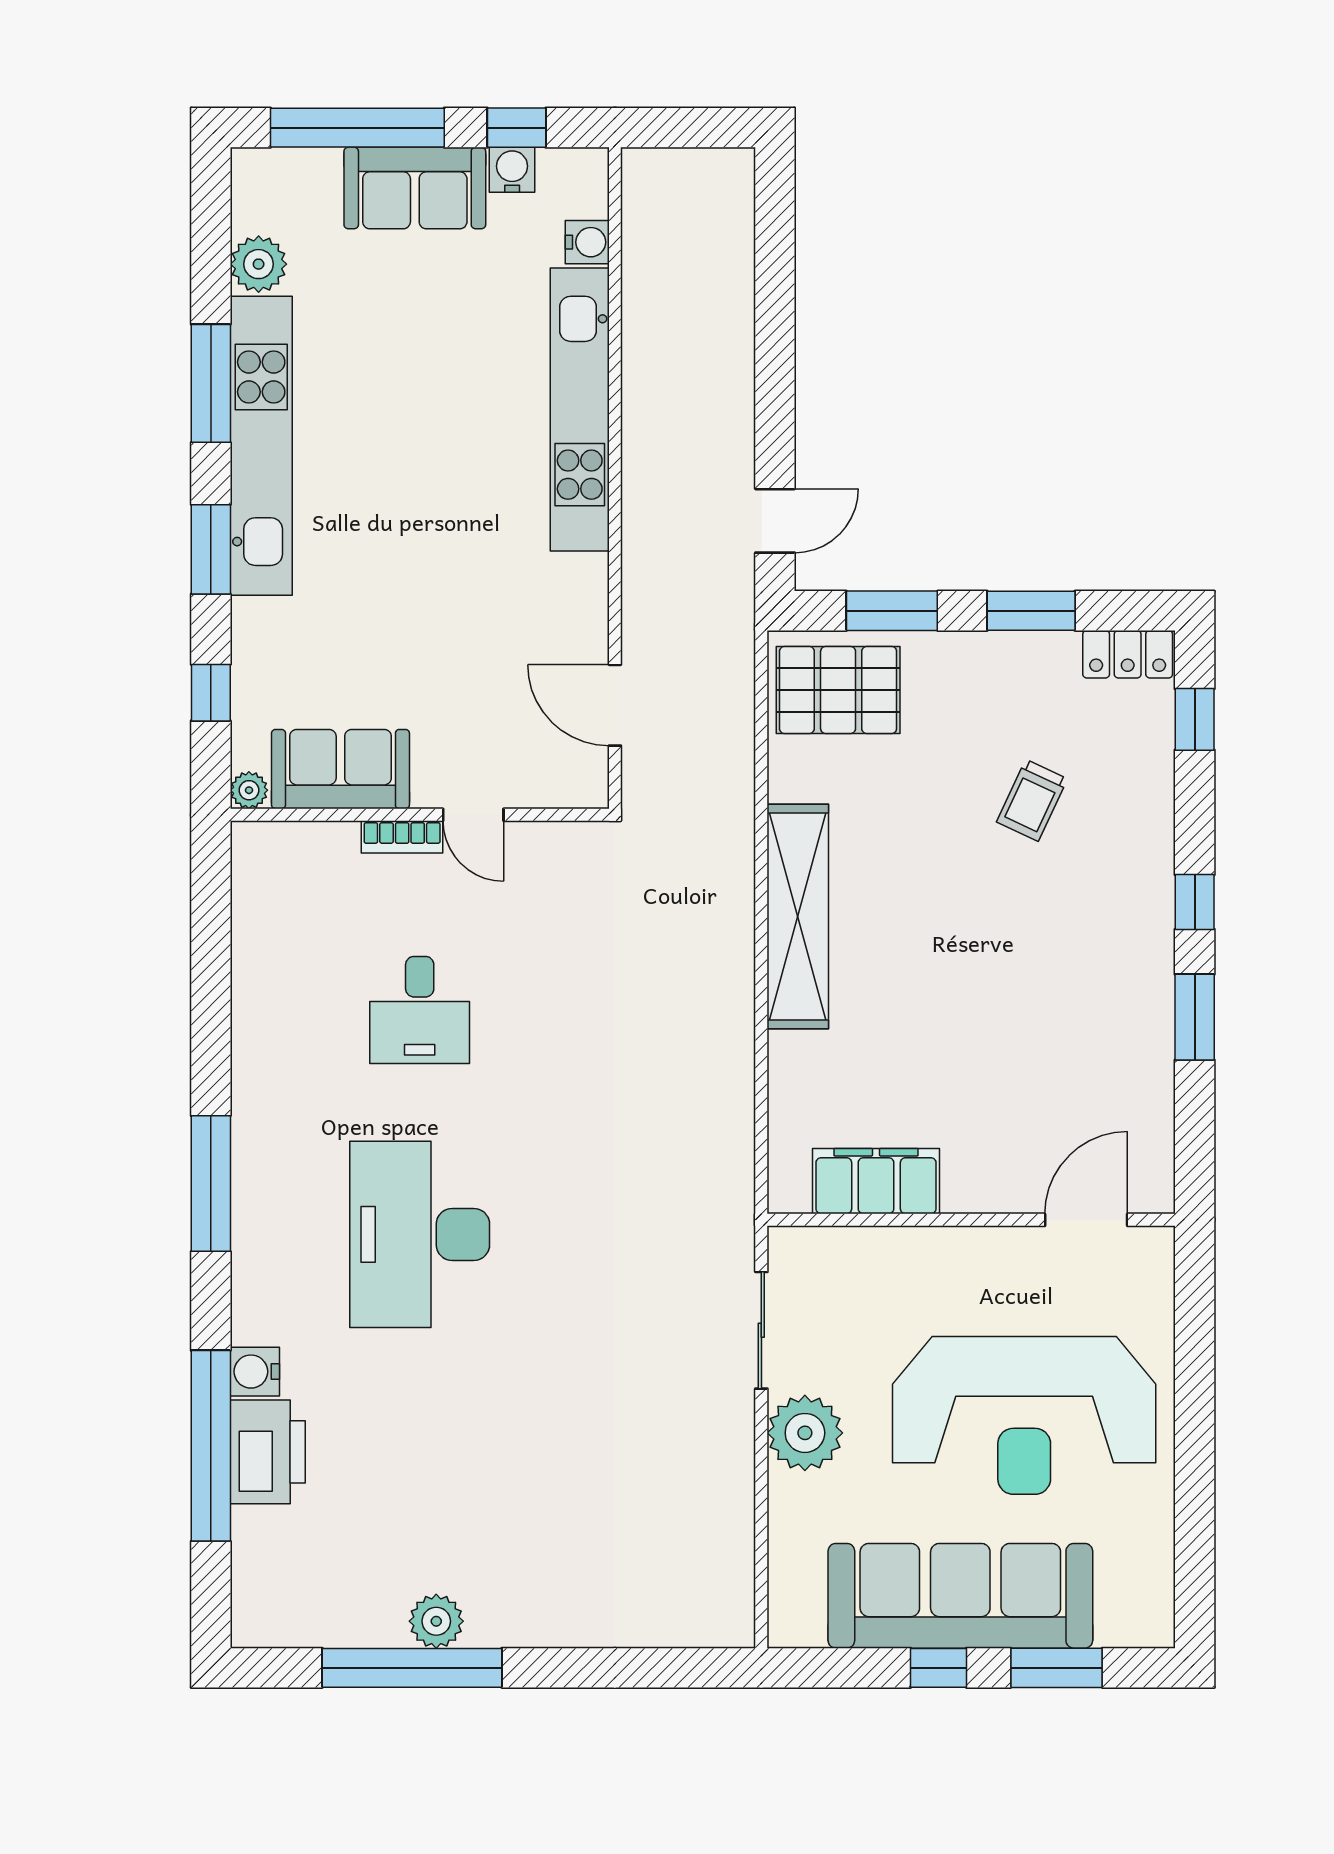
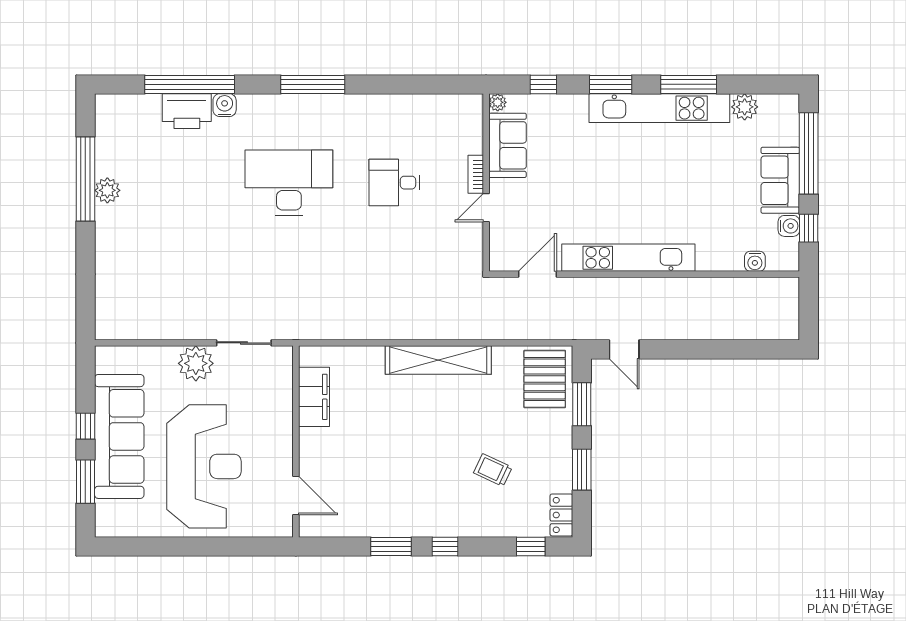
kitchen unit: (580, 410) -> (628, 258), moved
reception desk: (1024, 1415) -> (204, 466), turned 180

